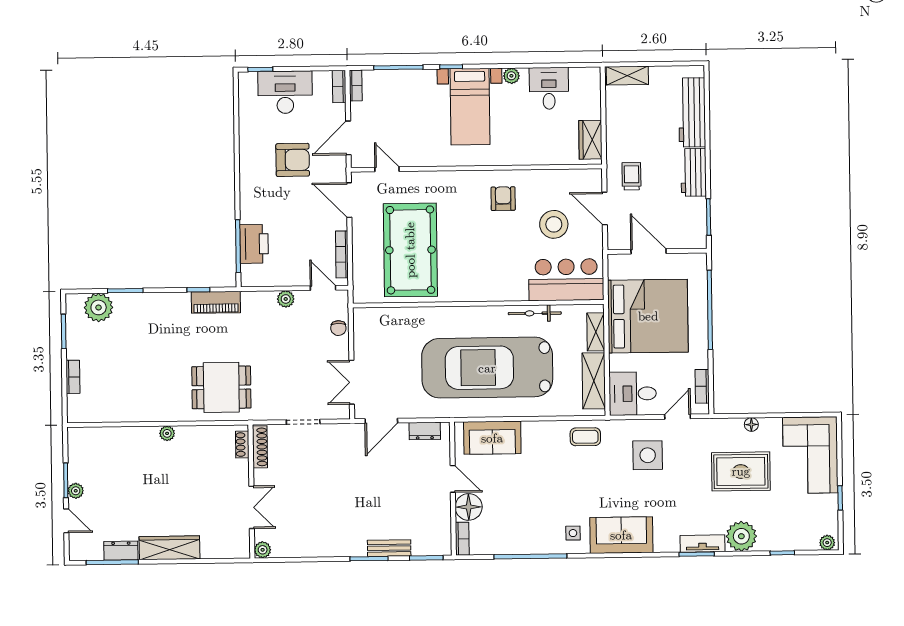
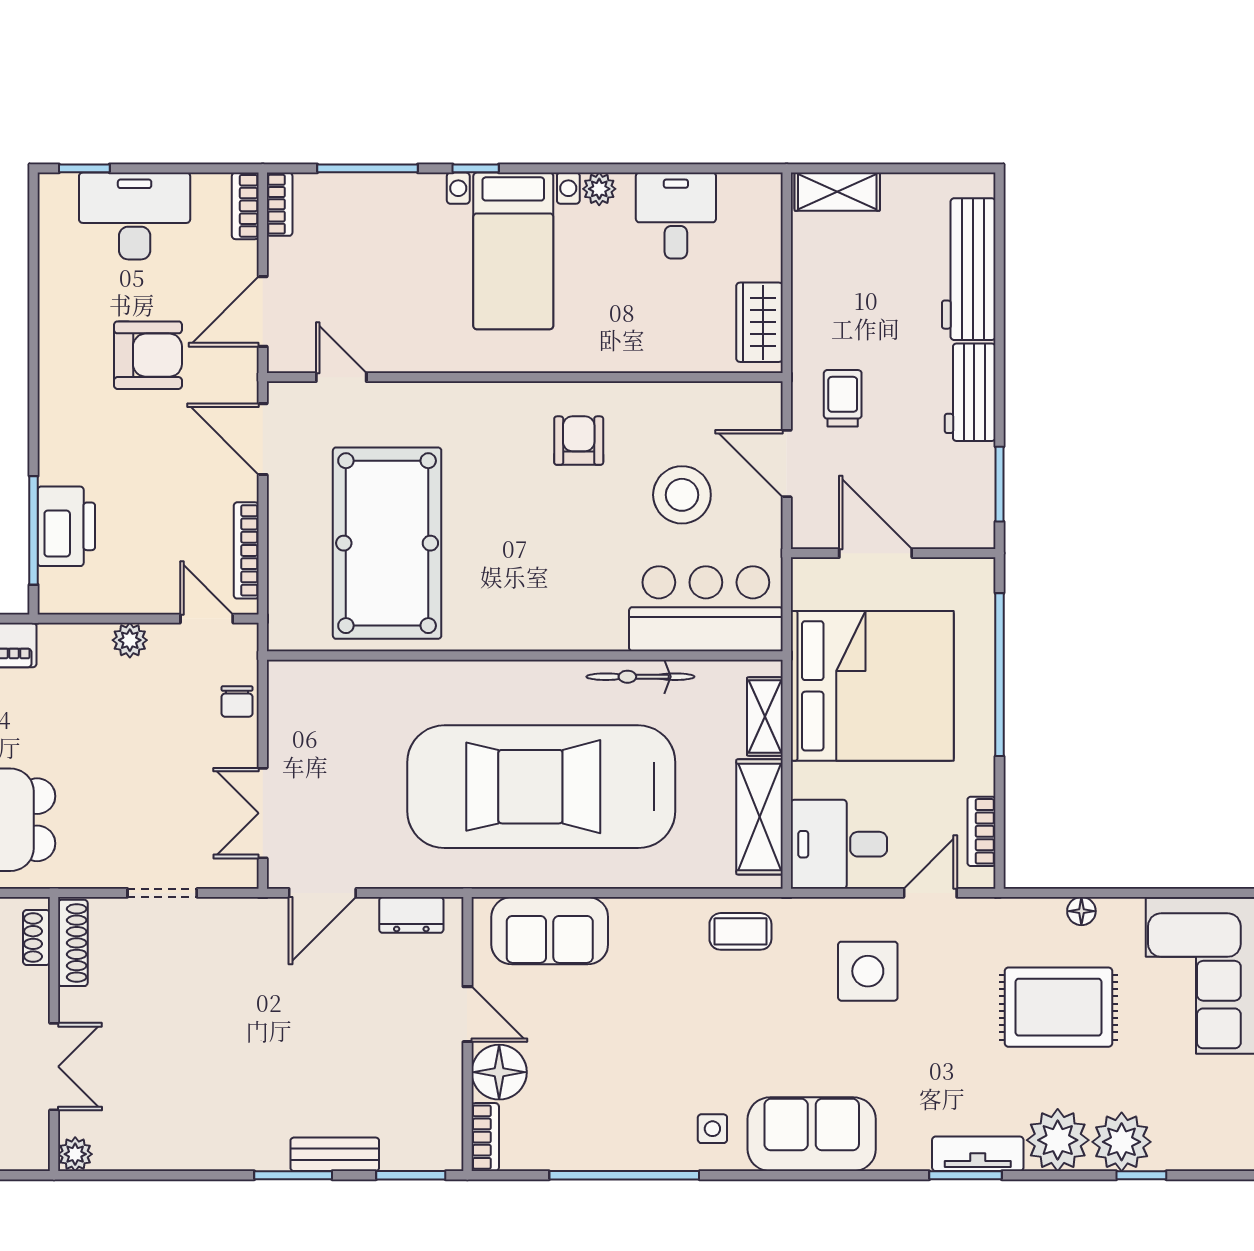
plant: (827, 543) -> (1122, 1142), moved, width x1.88, depth x1.88

